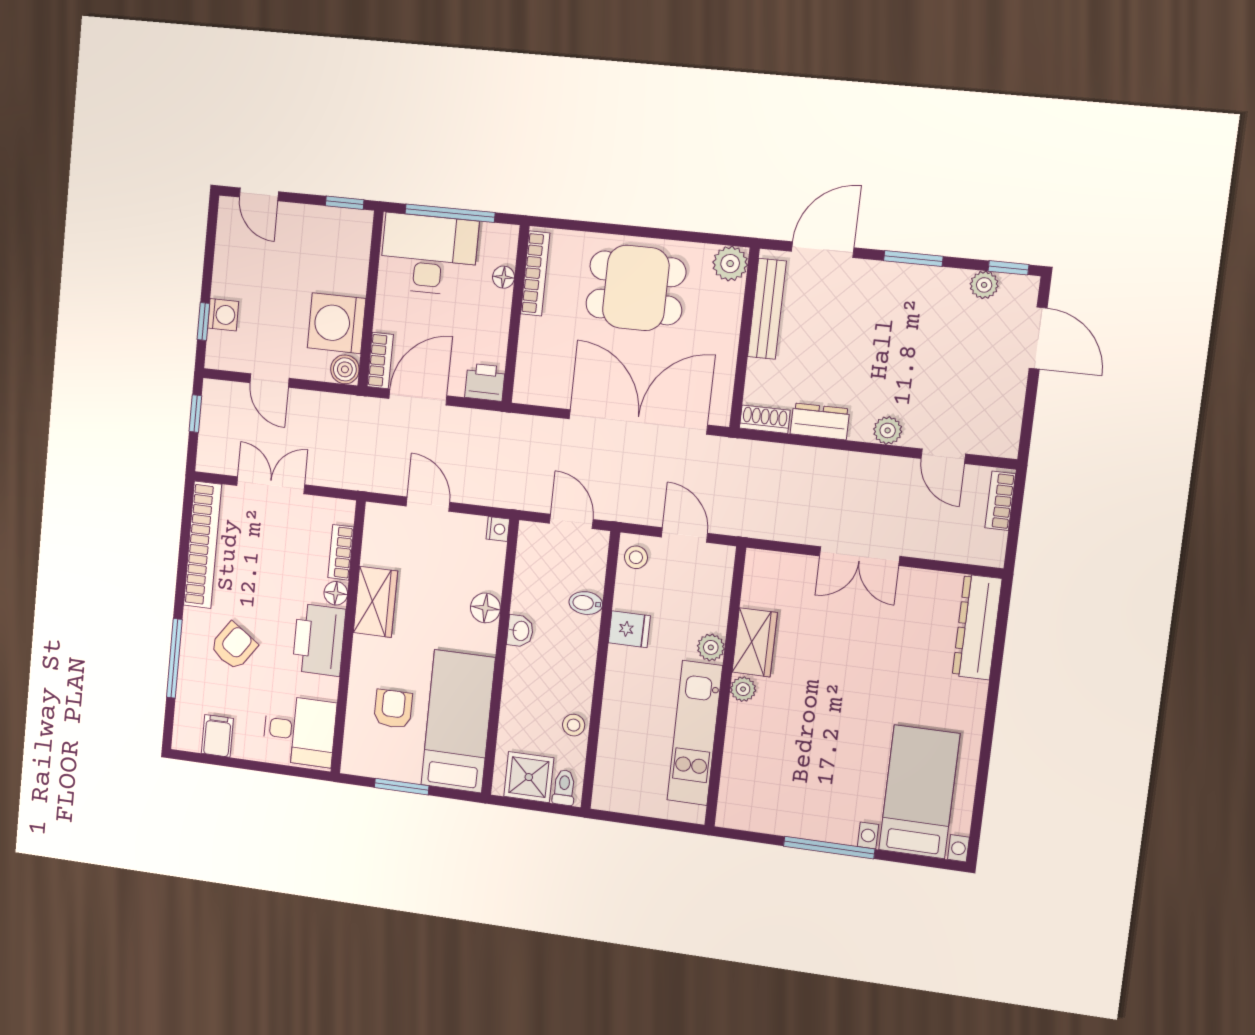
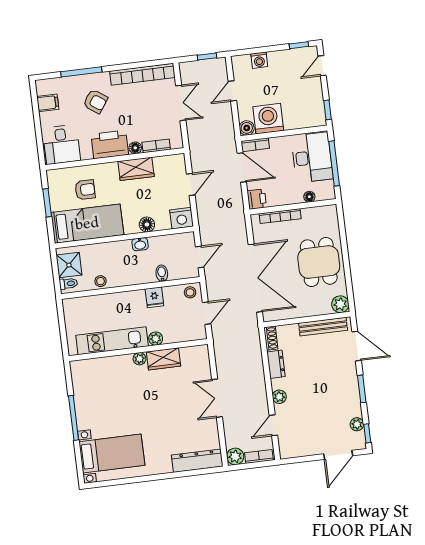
bookcase: (535, 273) -> (280, 216), moved
window: (203, 321) -> (299, 45), moved
nightstand: (498, 529) -> (182, 218), width x1.89, depth x1.79
plant: (988, 549) -> (235, 456), added

